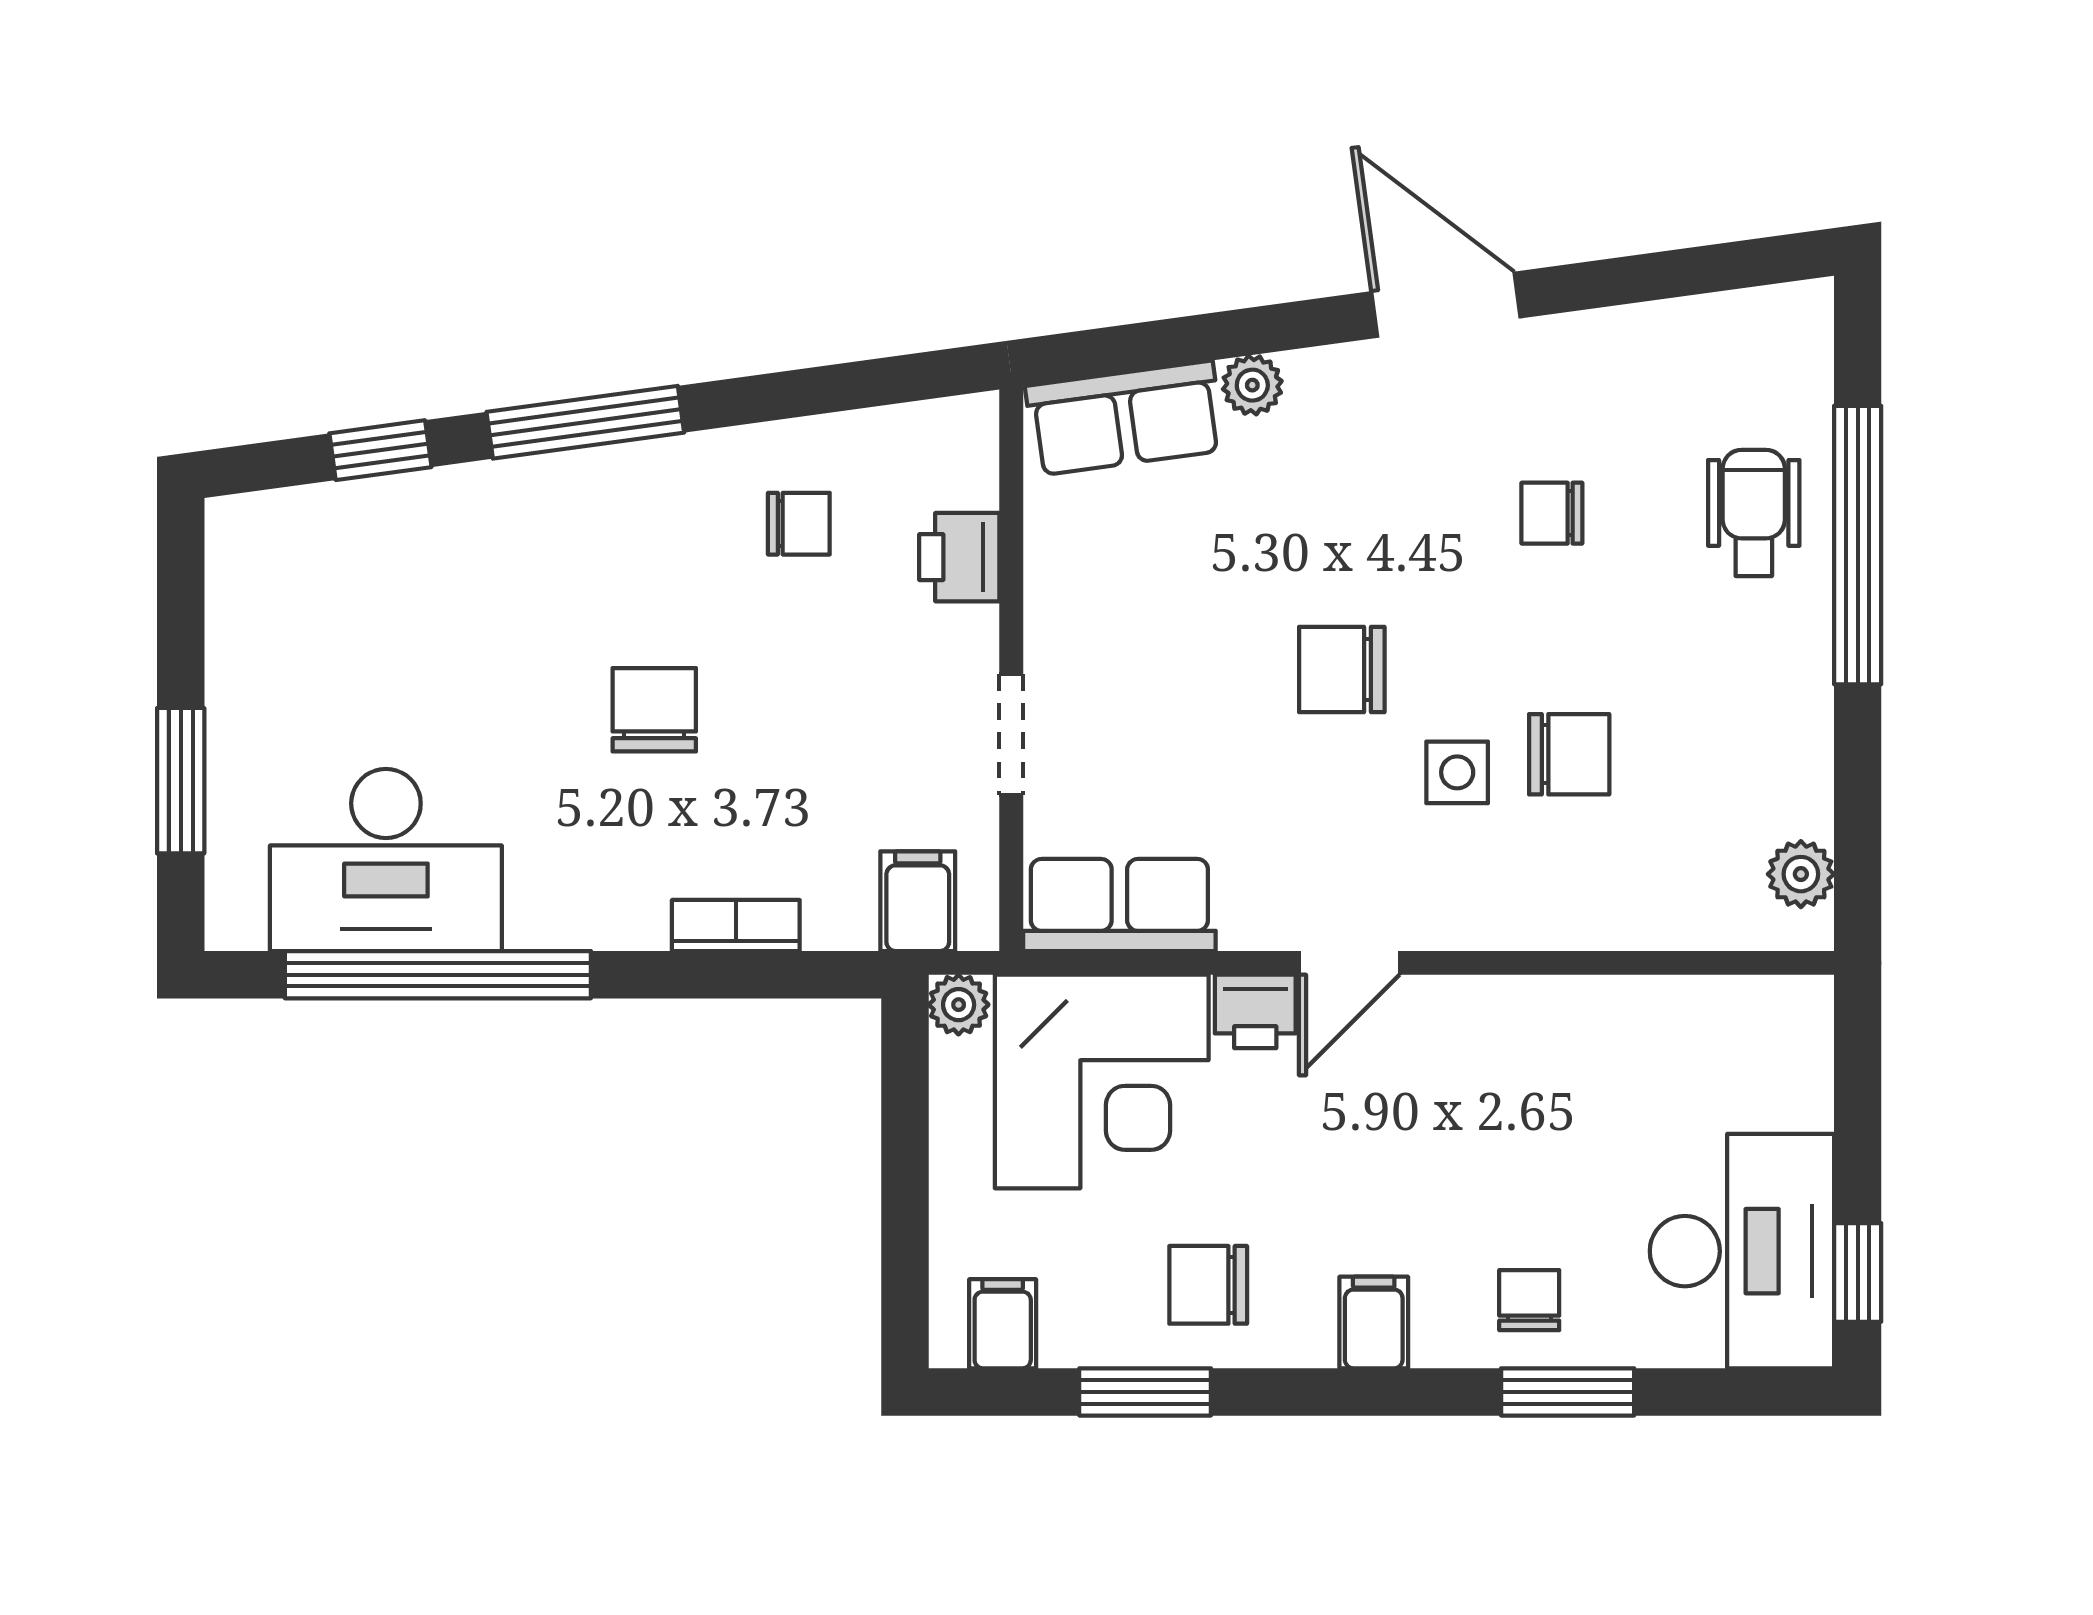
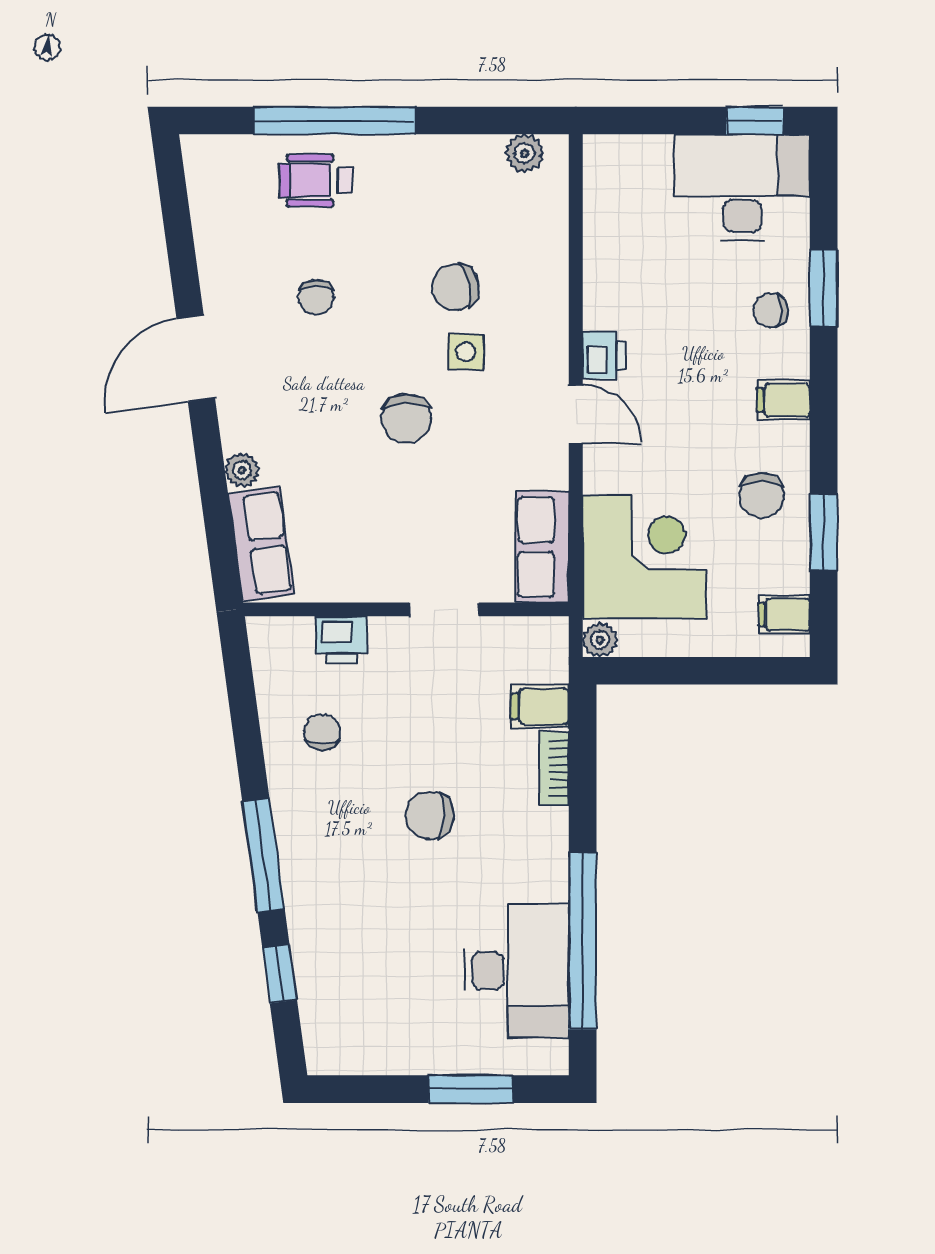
chair: (1569, 754) -> (455, 287), turned -103
filing cabinet: (918, 901) -> (540, 706), moved
printer: (1255, 1011) -> (604, 355), moved

